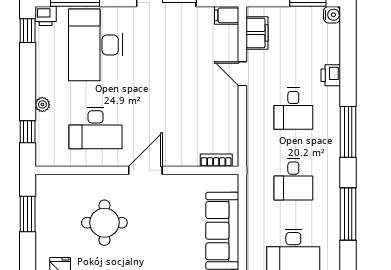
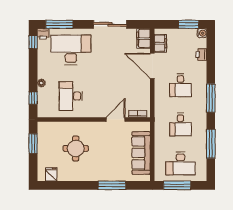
filing cabinet: (227, 15) -> (144, 38), width x2.00
desk: (96, 45) -> (71, 50), turned 90
door: (242, 74) -> (152, 66), width x1.87
printer: (331, 75) -> (201, 55), moved
desk: (96, 128) -> (71, 96), turned 90
door: (145, 170) -> (116, 119), moved

